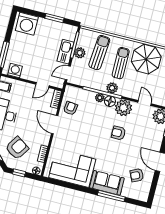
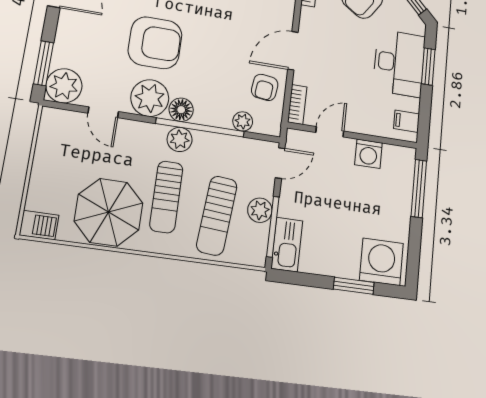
window: (54, 18) -> (354, 286), moved
kitchen sink: (66, 52) -> (287, 245), moved
washing machine: (15, 70) -> (368, 154), moved
plant: (100, 98) -> (243, 121), moved
door: (55, 125) -> (293, 51), swing flipped
armchair: (118, 133) -> (155, 43), width x1.88, depth x1.88

